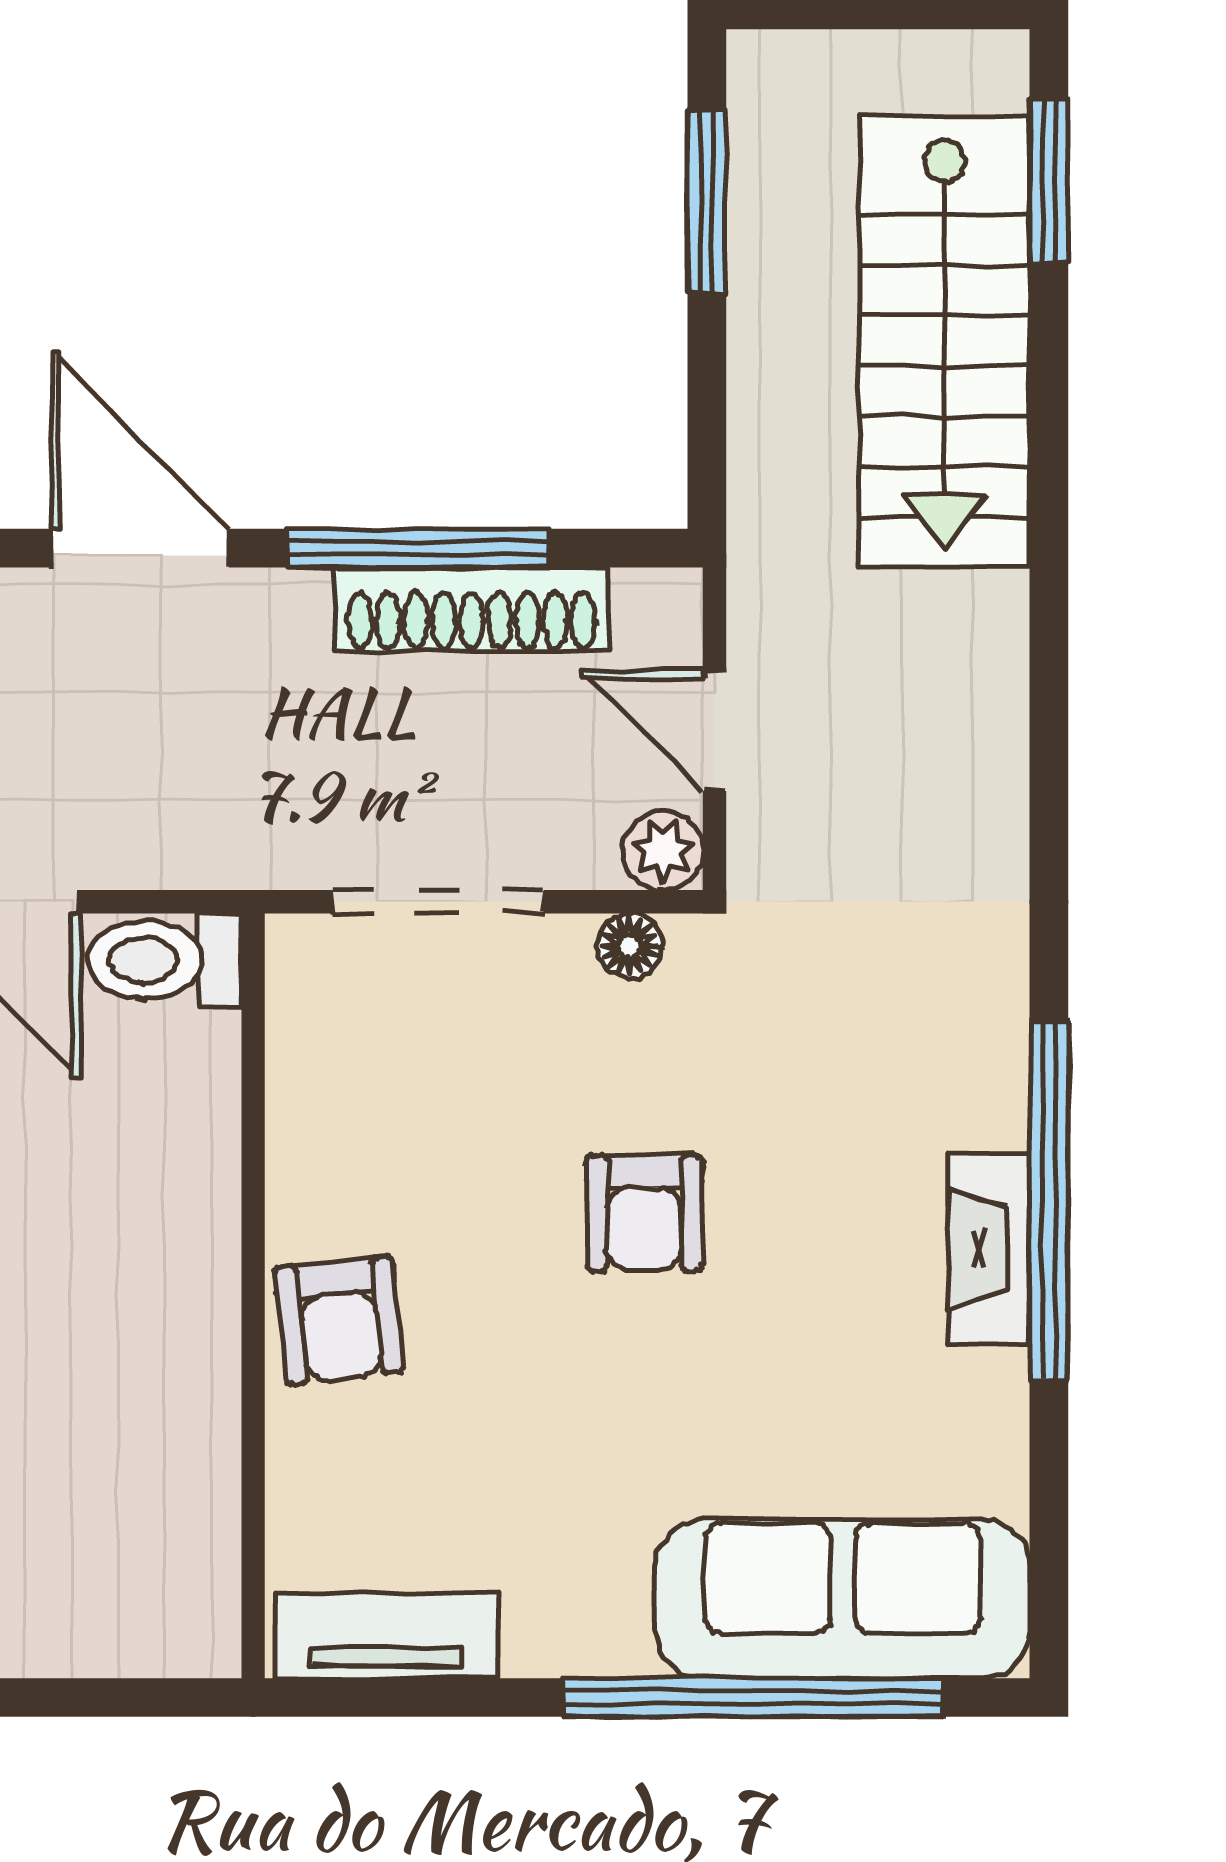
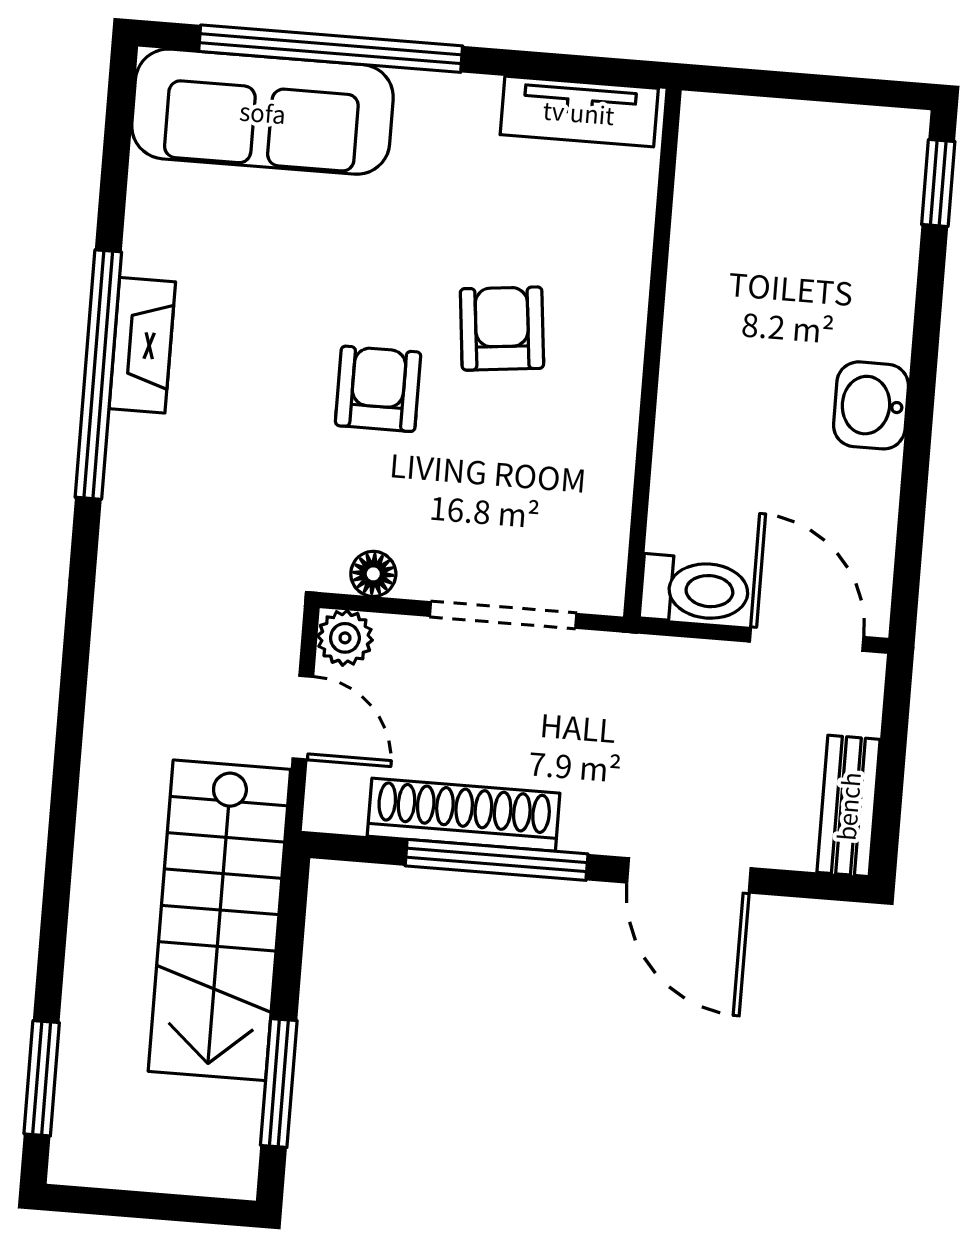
stairs: (945, 342) -> (219, 920), moved, turned 180
armchair: (339, 1320) -> (502, 329), moved

